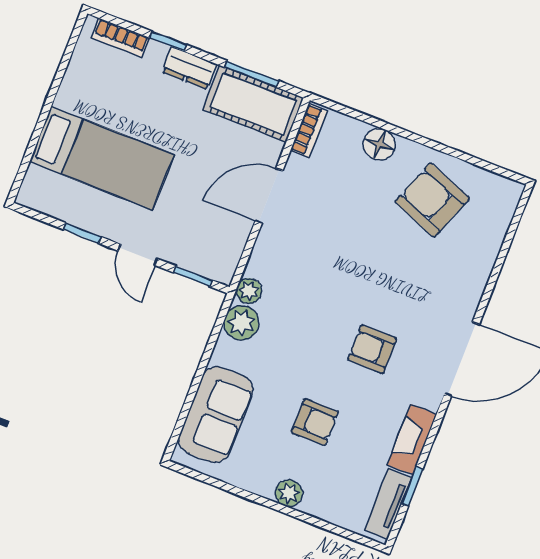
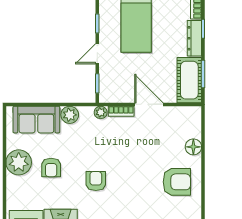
dresser: (189, 68) -> (194, 38), width x1.44
bookcase: (309, 131) -> (121, 111), moved
armchair: (432, 200) -> (177, 182), turned 69
plant: (241, 323) -> (70, 115), moved
plant: (289, 493) -> (19, 162), width x1.88, depth x1.88

